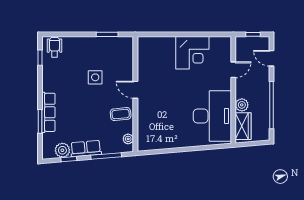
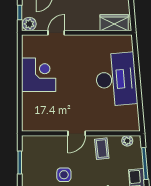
door: (233, 70) -> (56, 33), hinge flipped
plant: (242, 105) -> (29, 24), moved
desk: (212, 116) -> (116, 79), moved, turned 85

